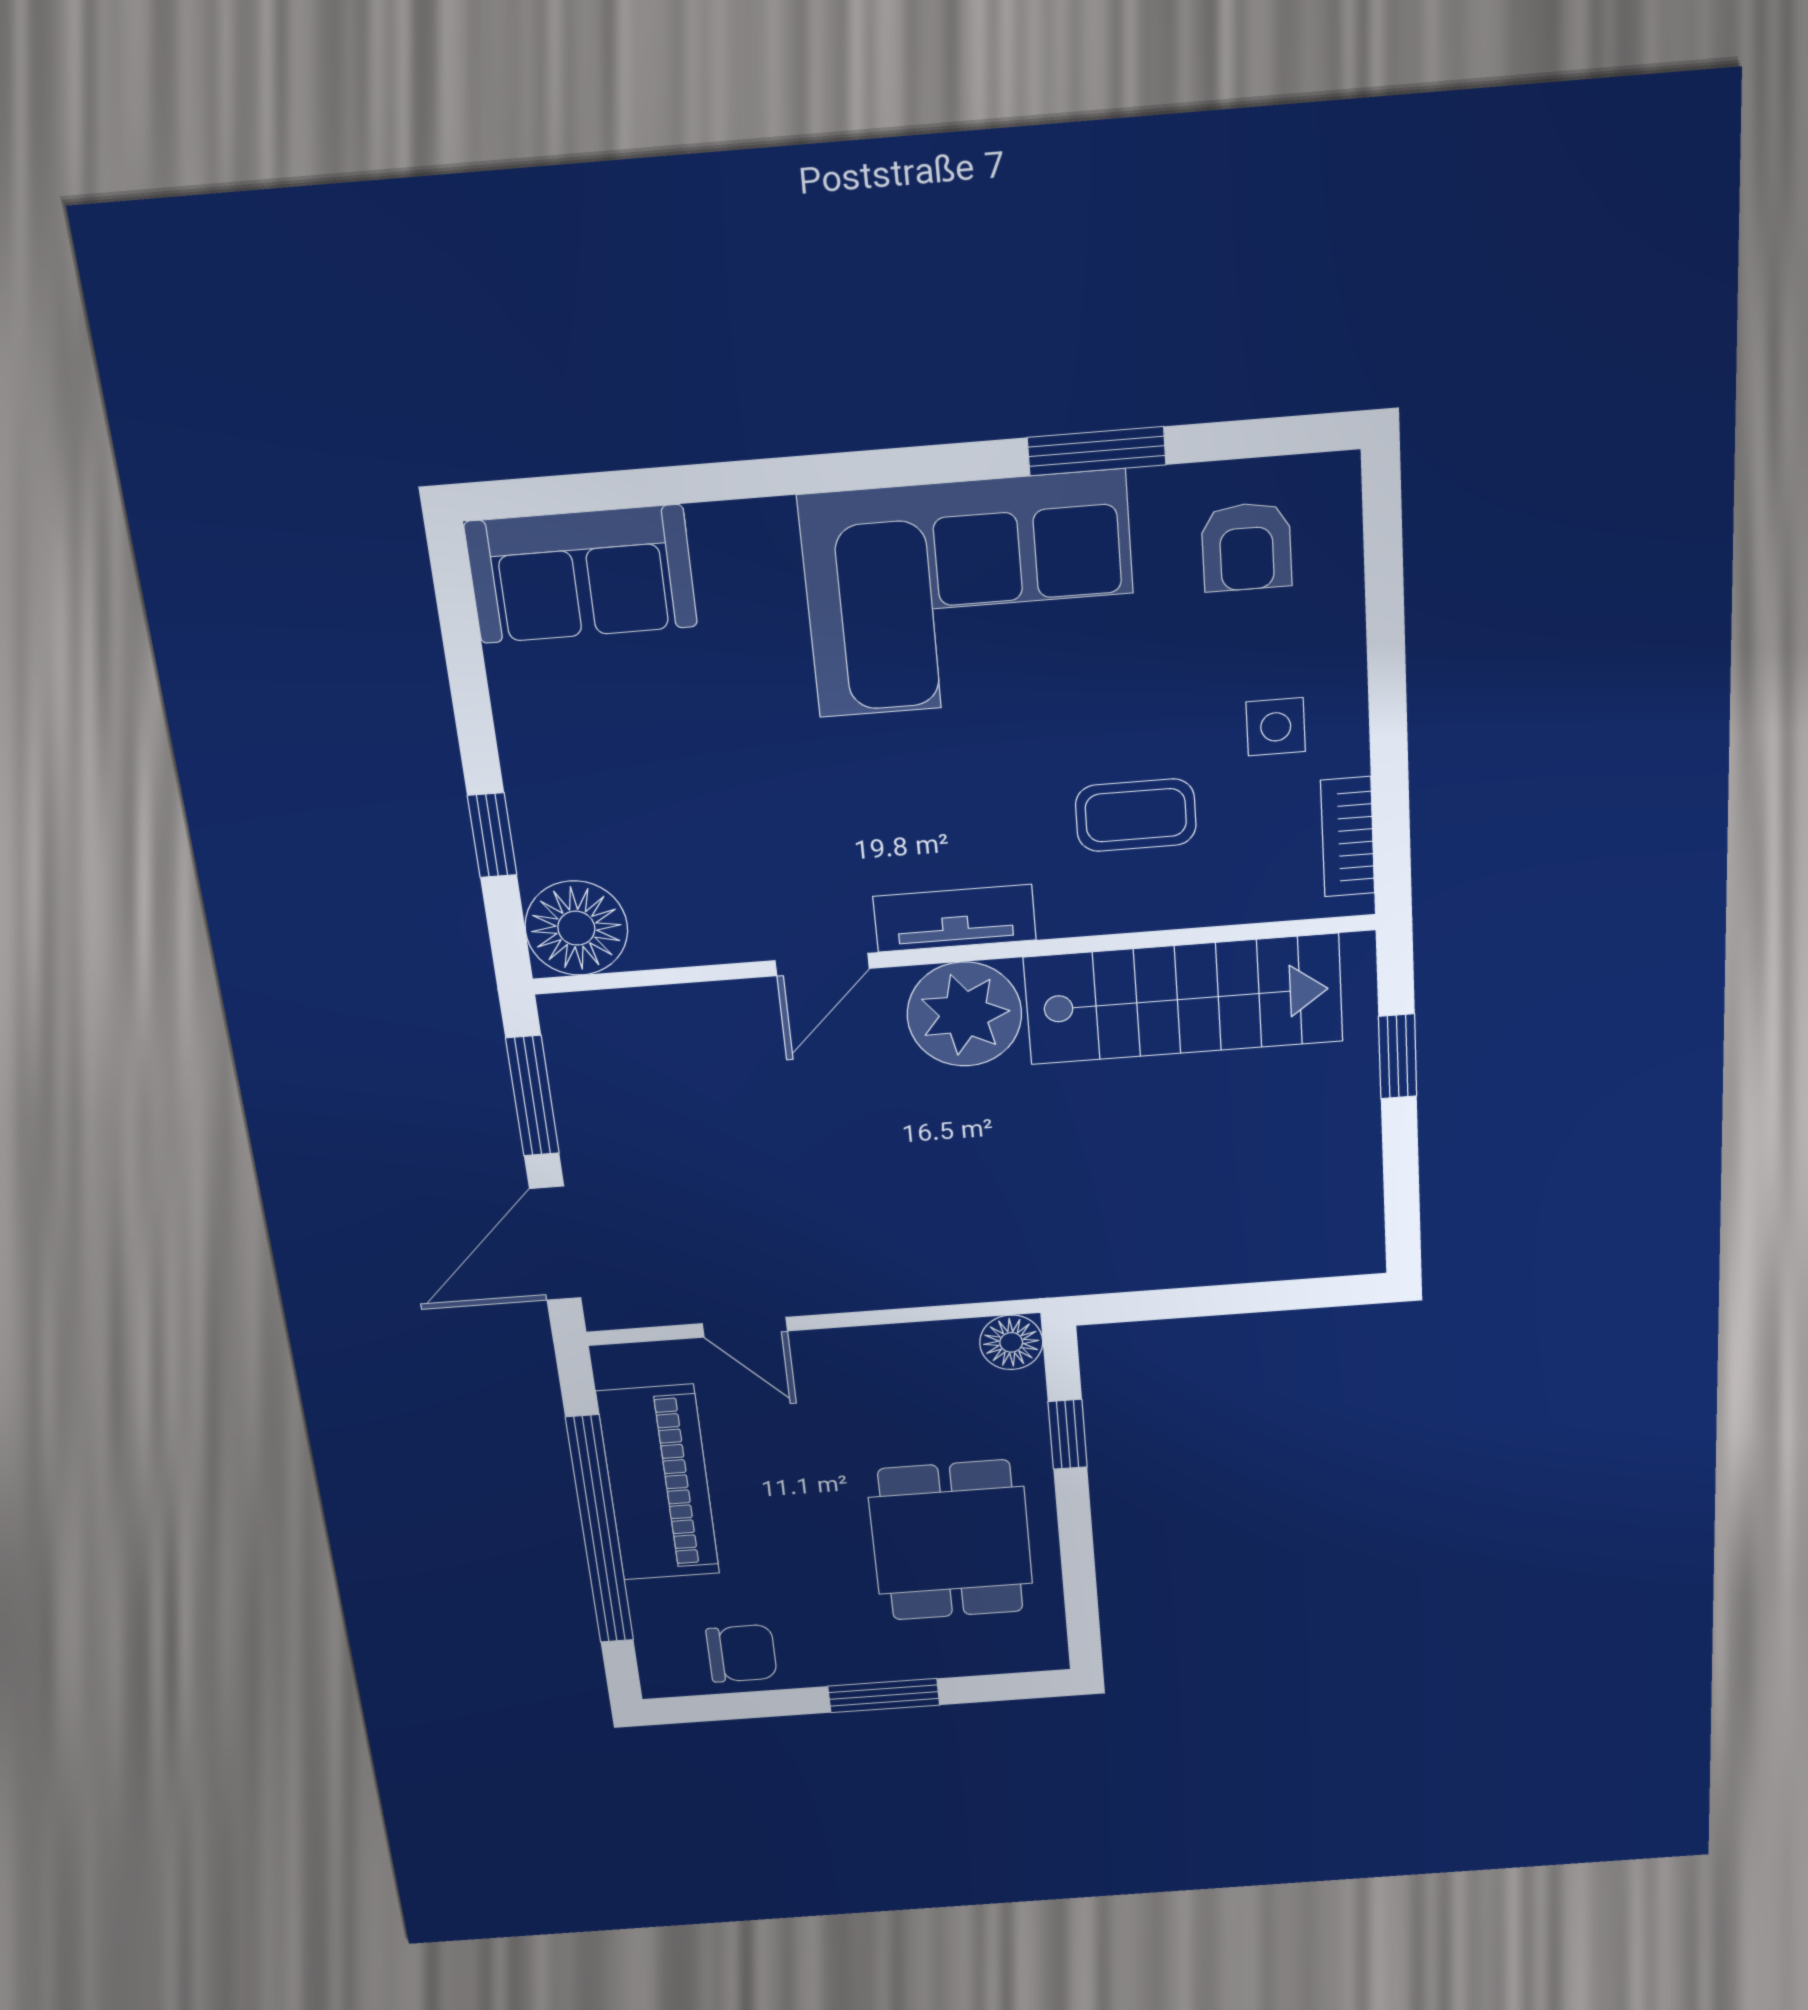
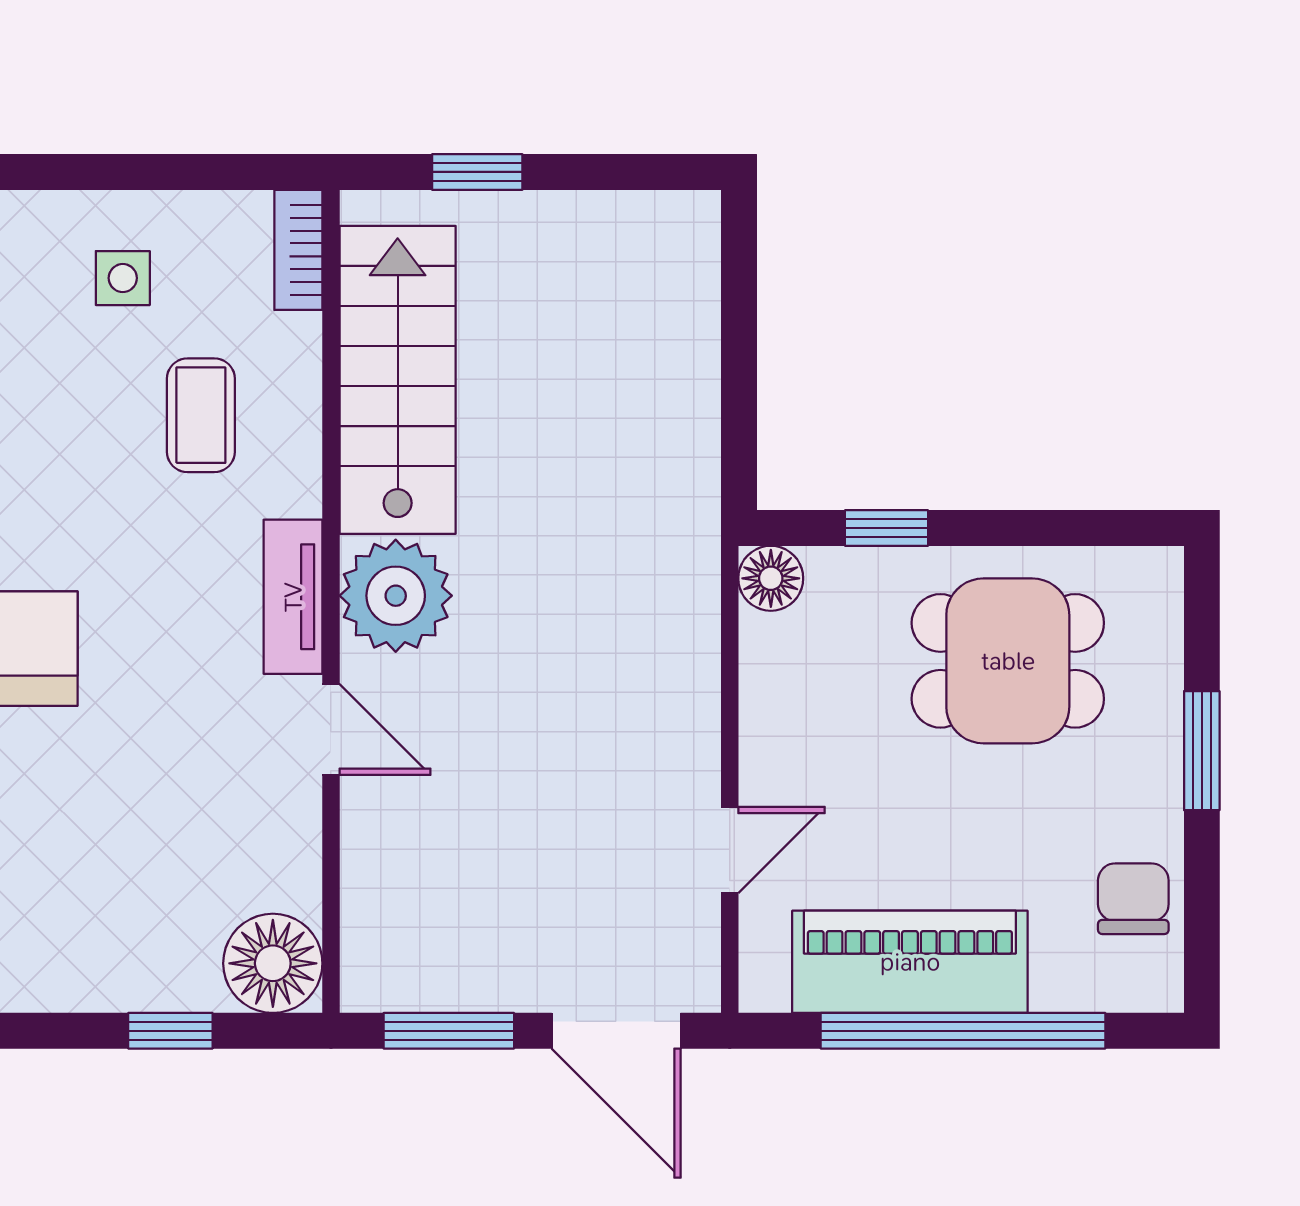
bookcase: (1348, 837) -> (298, 250), moved, turned 90

